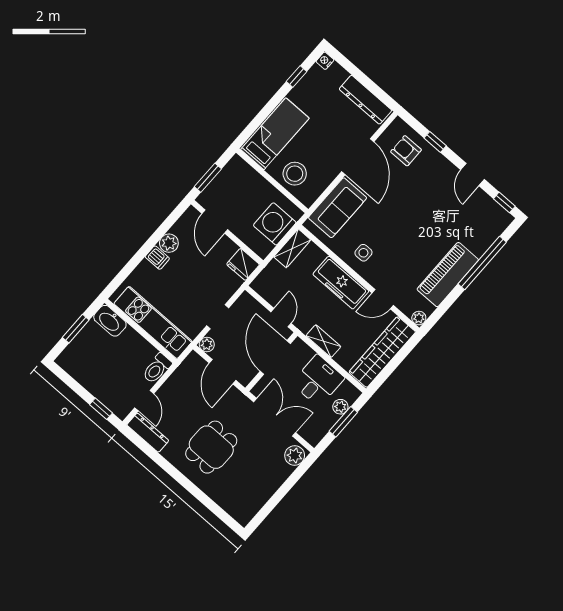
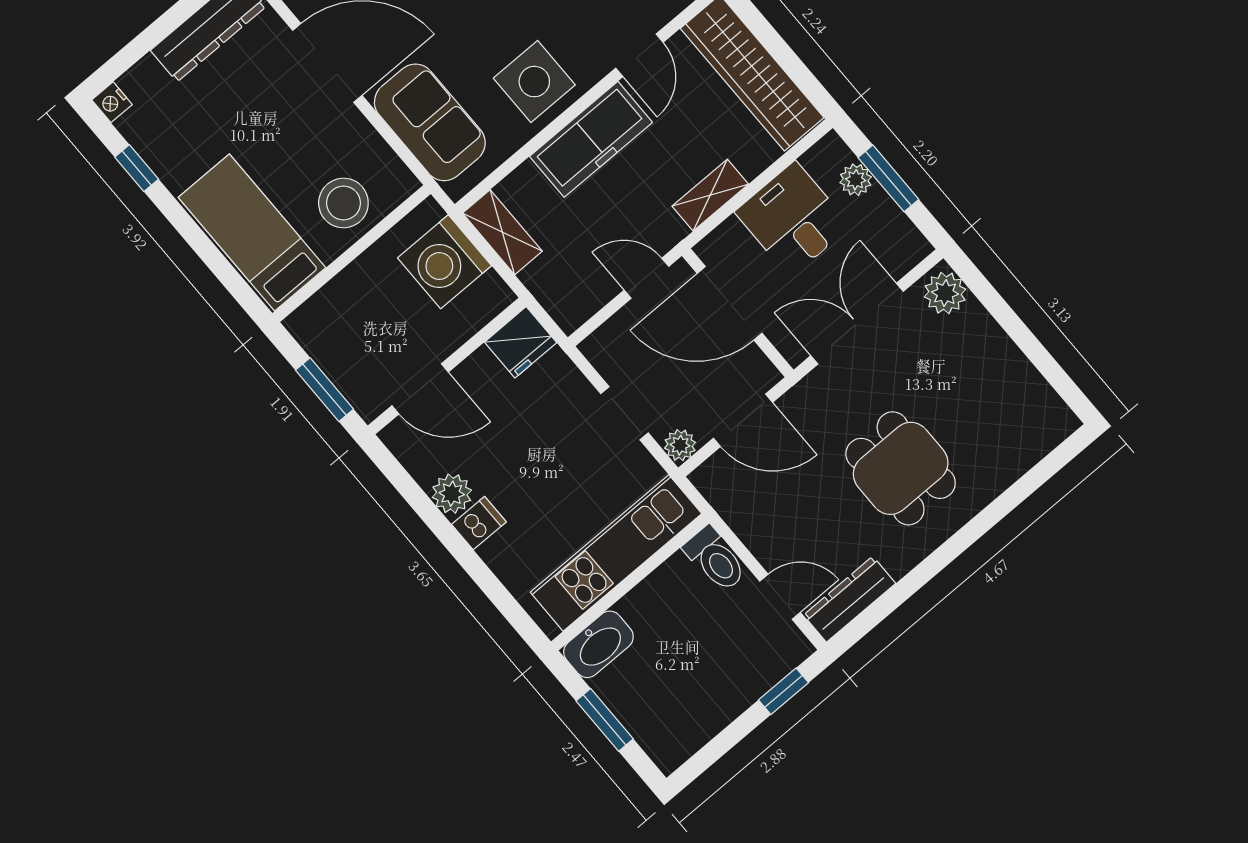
side table: (363, 253) -> (534, 82), width x1.87, depth x1.87

